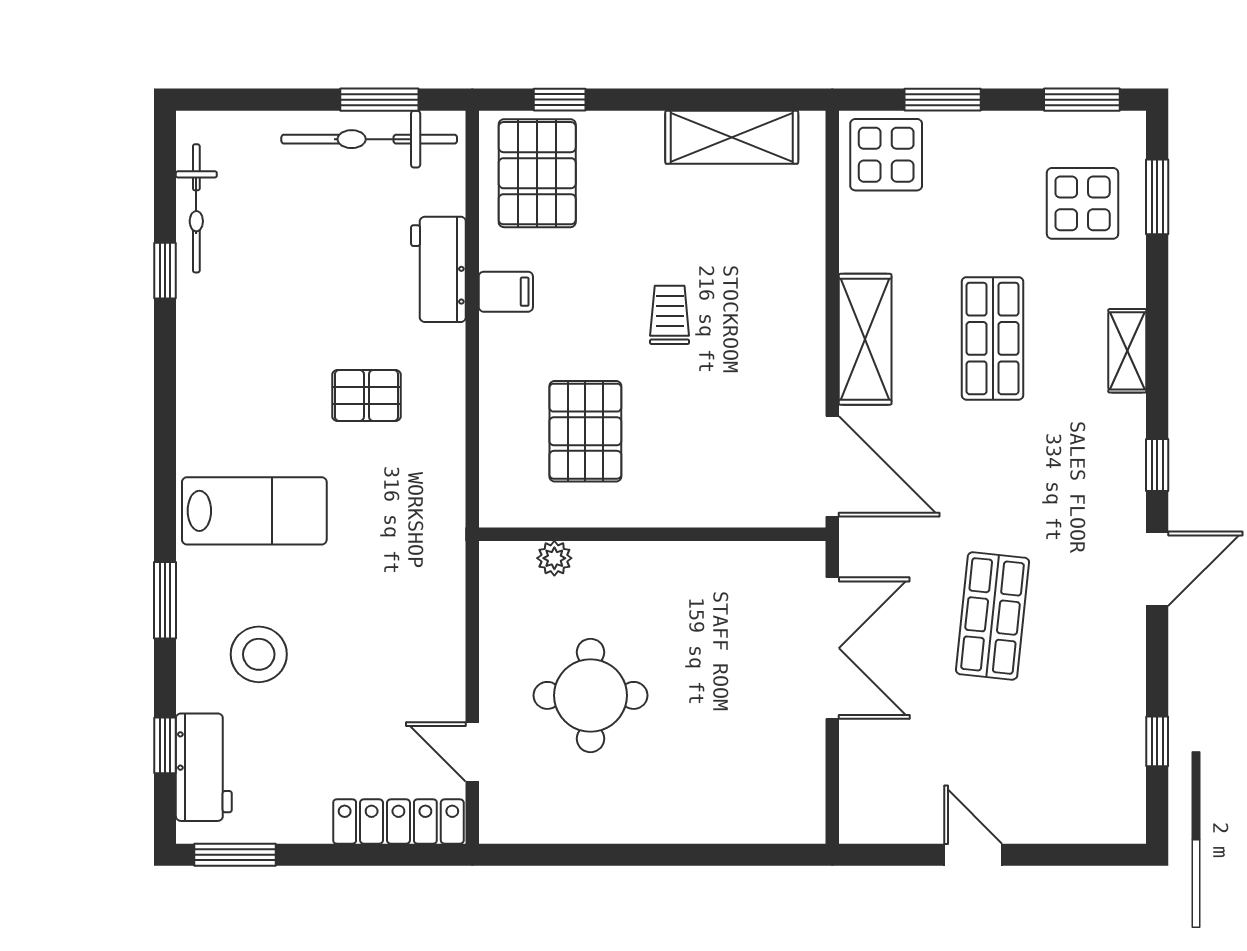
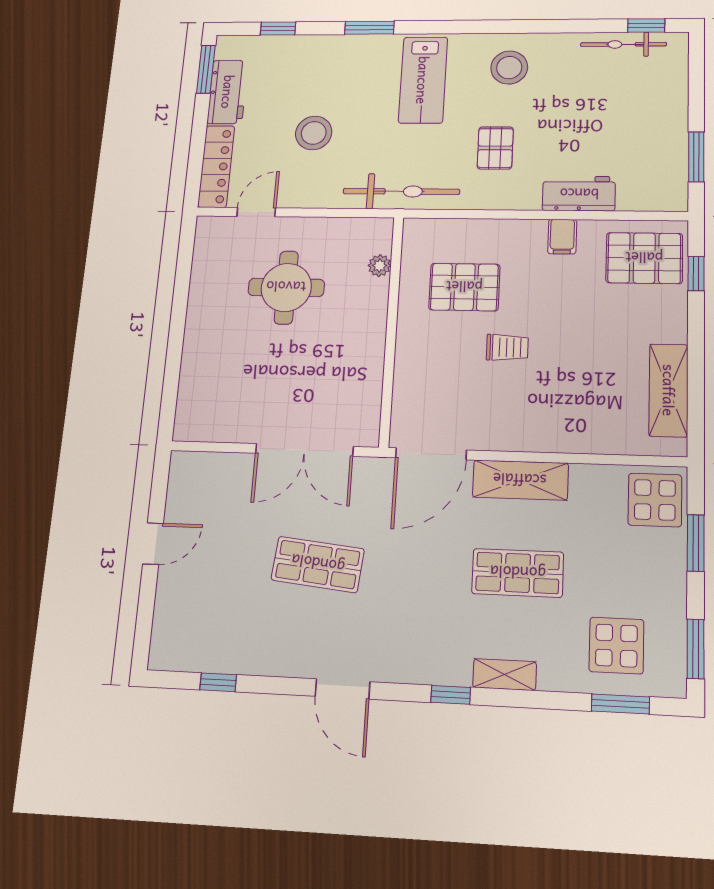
bicycle: (369, 139) -> (401, 191), moved, turned 90
window: (165, 271) -> (646, 26), moved
trolley: (670, 315) -> (507, 347), moved
stool: (234, 380) -> (509, 68), added
window: (1157, 465) -> (451, 695), moved
stool: (259, 654) -> (314, 133), moved
workbench: (204, 767) -> (228, 92), moved, turned -90

